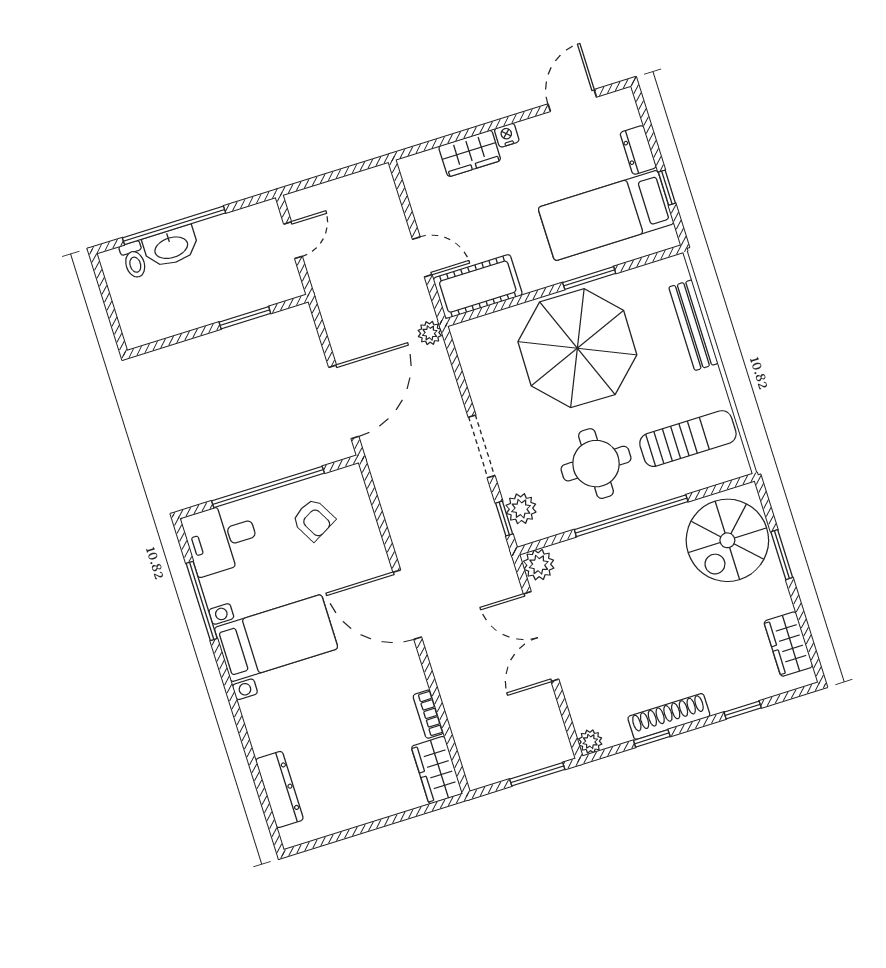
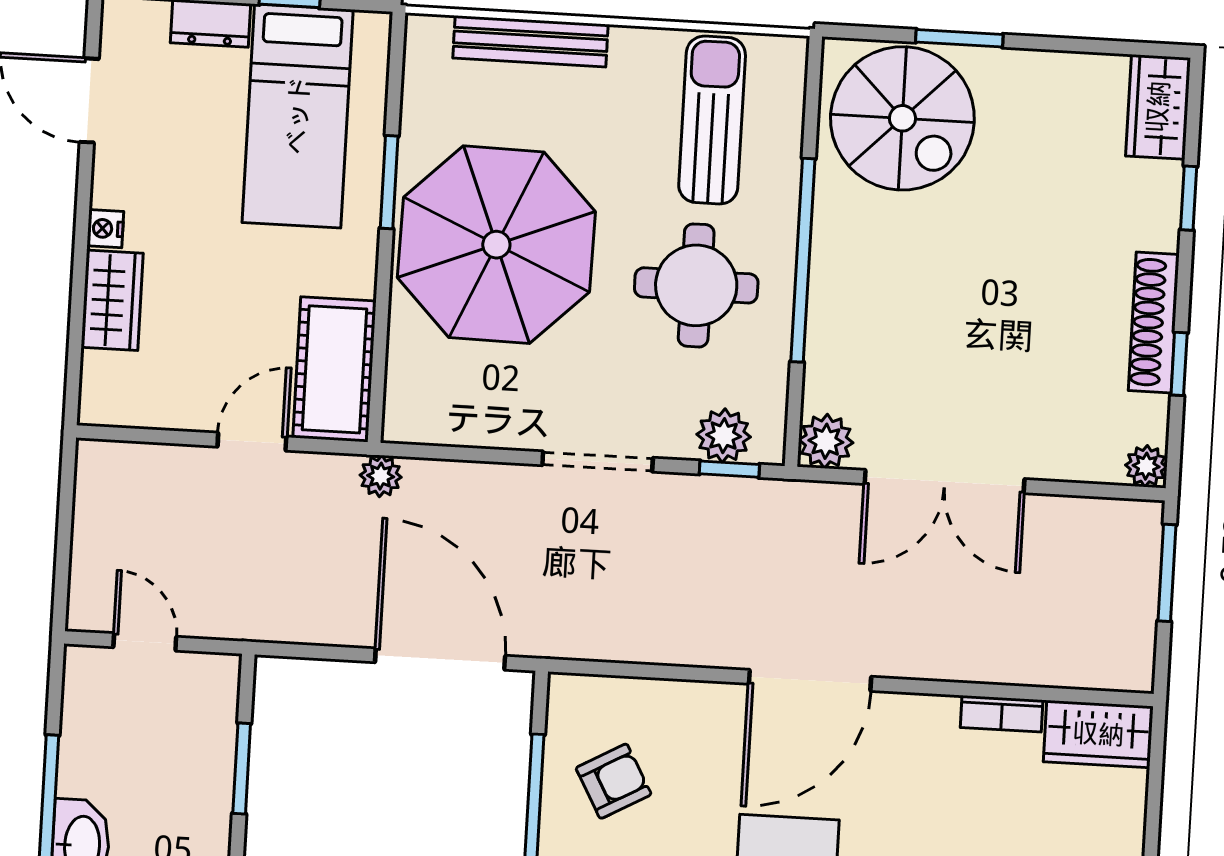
wardrobe: (788, 644) -> (1158, 107), moved, turned 90

